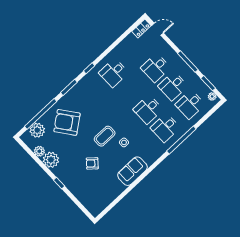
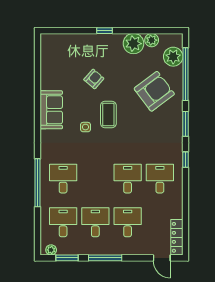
locker: (141, 28) -> (177, 237), width x1.53
door: (158, 29) -> (162, 258), hinge flipped
desk: (148, 109) -> (128, 179), moved

